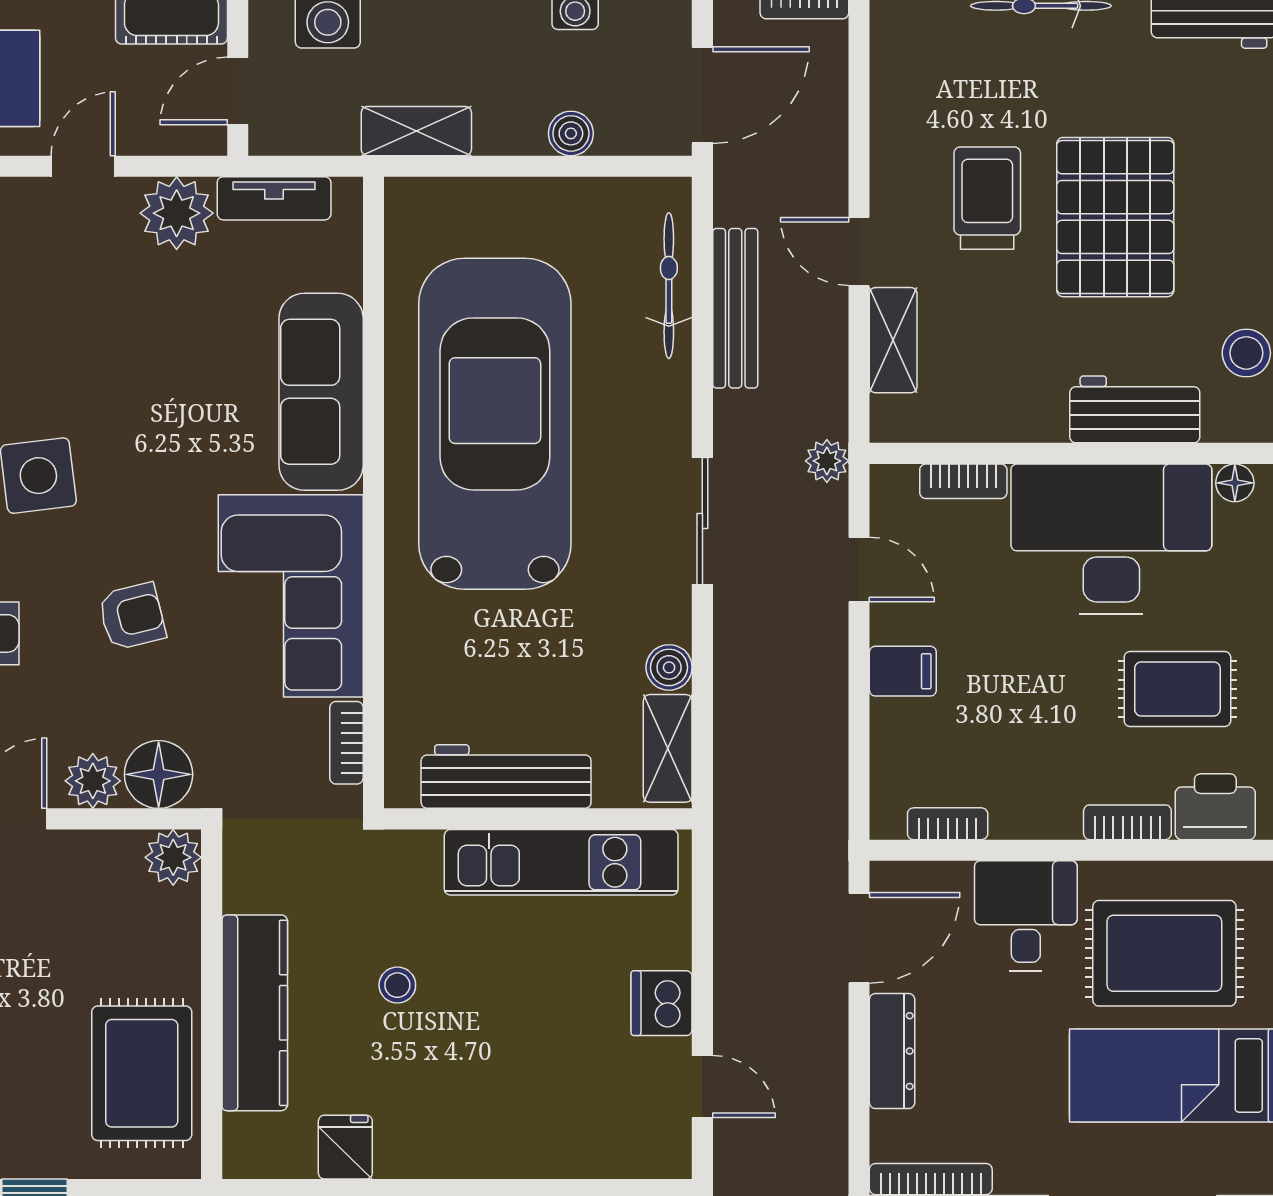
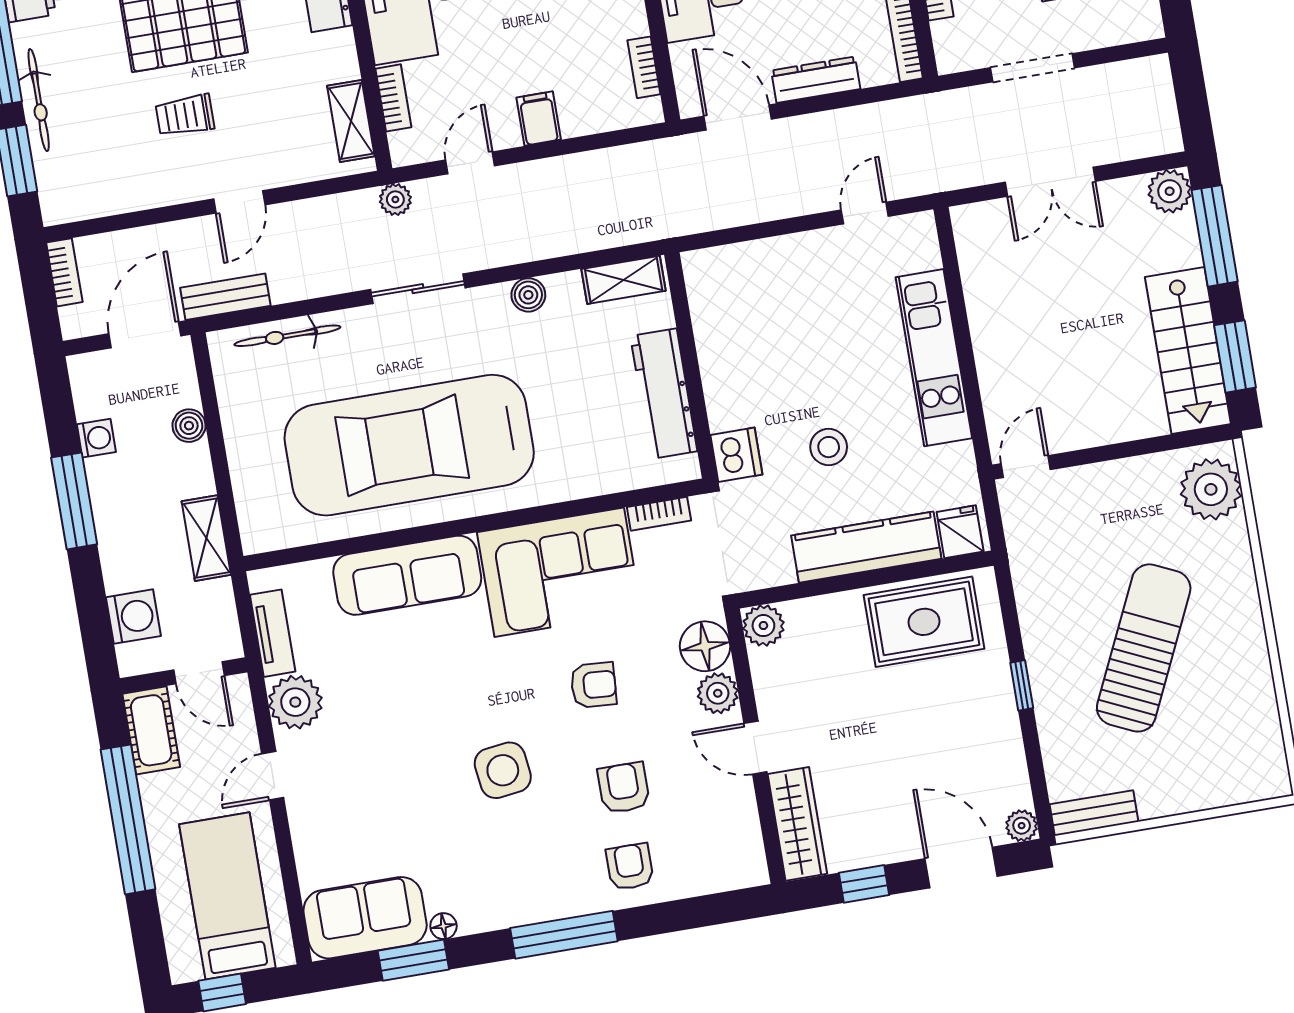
door: (702, 95) -> (145, 335), hinge flipped
door: (83, 166) -> (273, 776), hinge flipped
trolley: (987, 198) -> (185, 115), width x0.73, depth x0.72
bench: (735, 308) -> (225, 297), moved, width x0.73
shelving: (893, 340) -> (351, 121), moved, turned 90
sliding door: (702, 521) -> (418, 289), moved
armchair: (132, 616) -> (594, 685), turned 108
boiler: (669, 667) -> (528, 295), moved
kitchen unit: (561, 862) -> (934, 358), moved, turned 180
stool: (397, 985) -> (829, 447), width x1.37, depth x1.37
dishwasher: (662, 1003) -> (736, 455), moved, turned -90
fridge: (345, 1147) -> (960, 532), moved, turned 90

